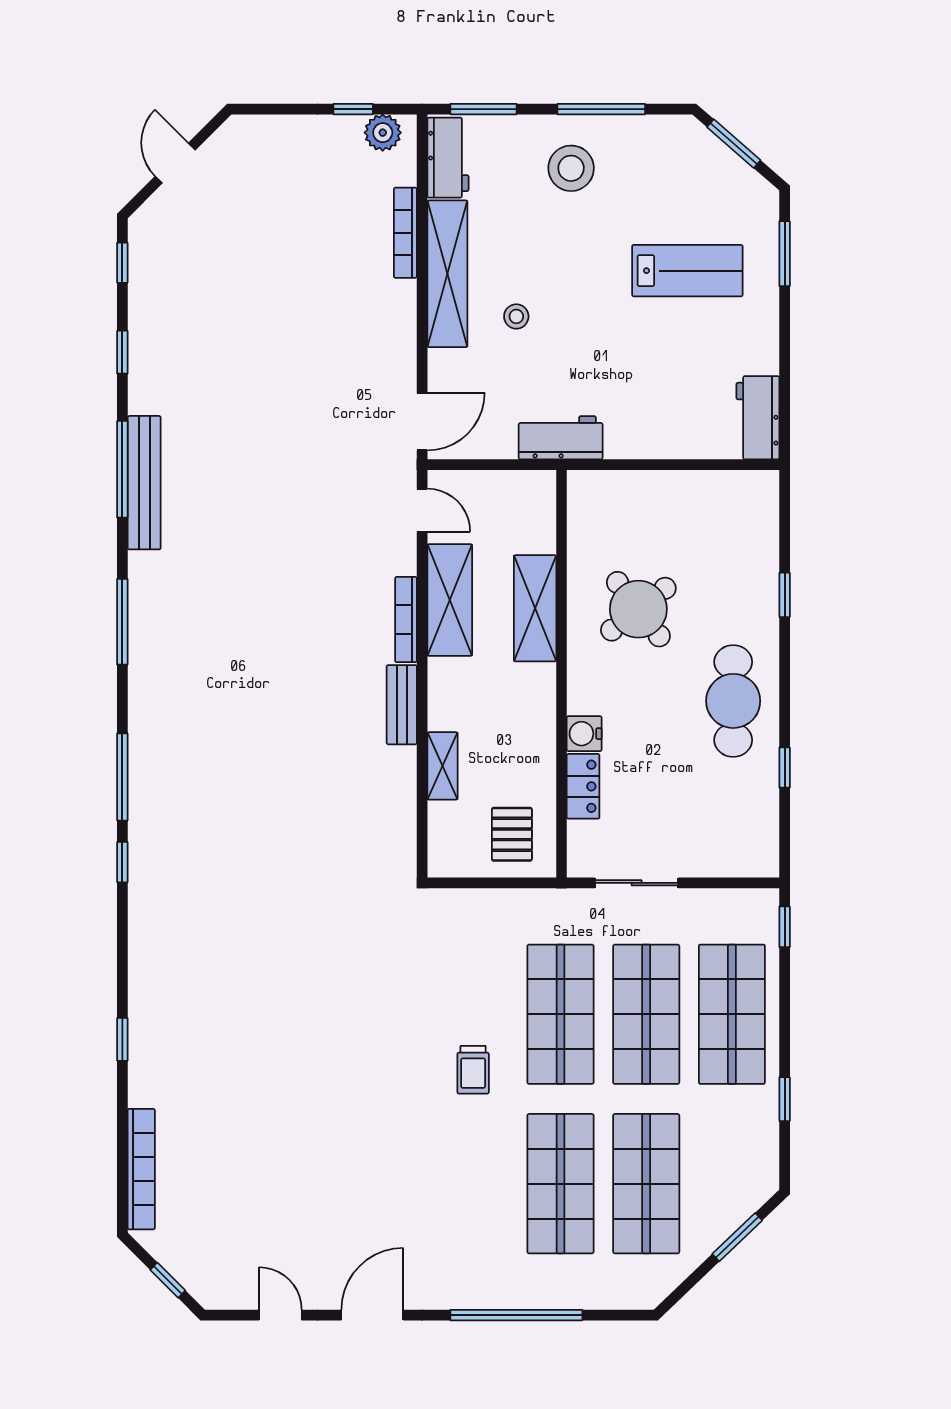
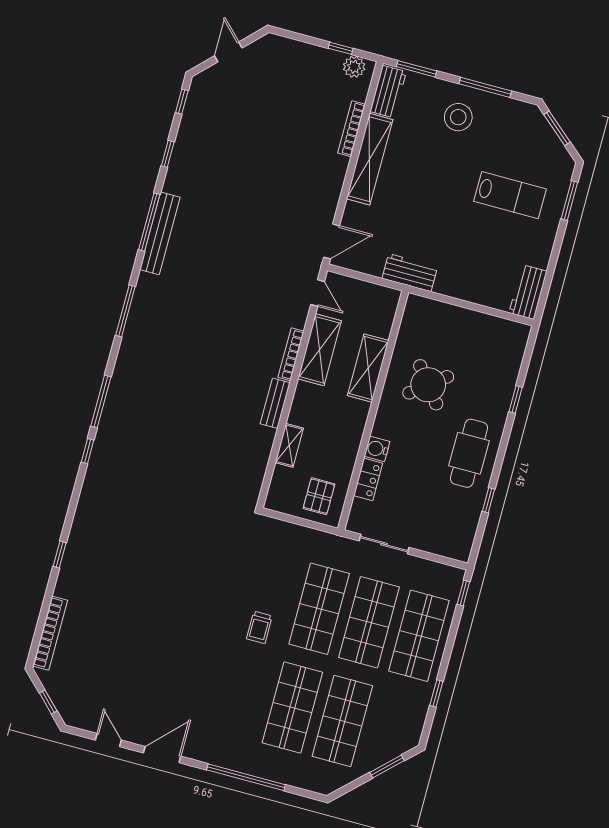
stool: (516, 316) -> (403, 195), removed

